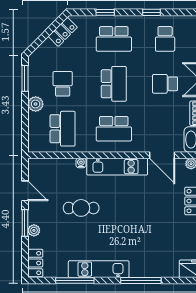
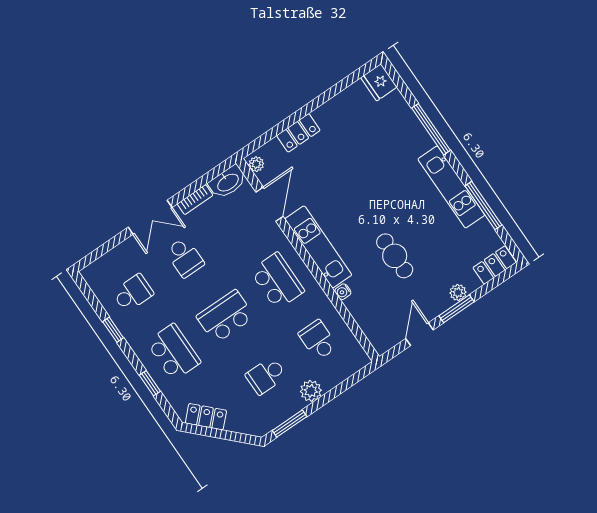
school desk: (63, 129) -> (318, 340), width x0.54

